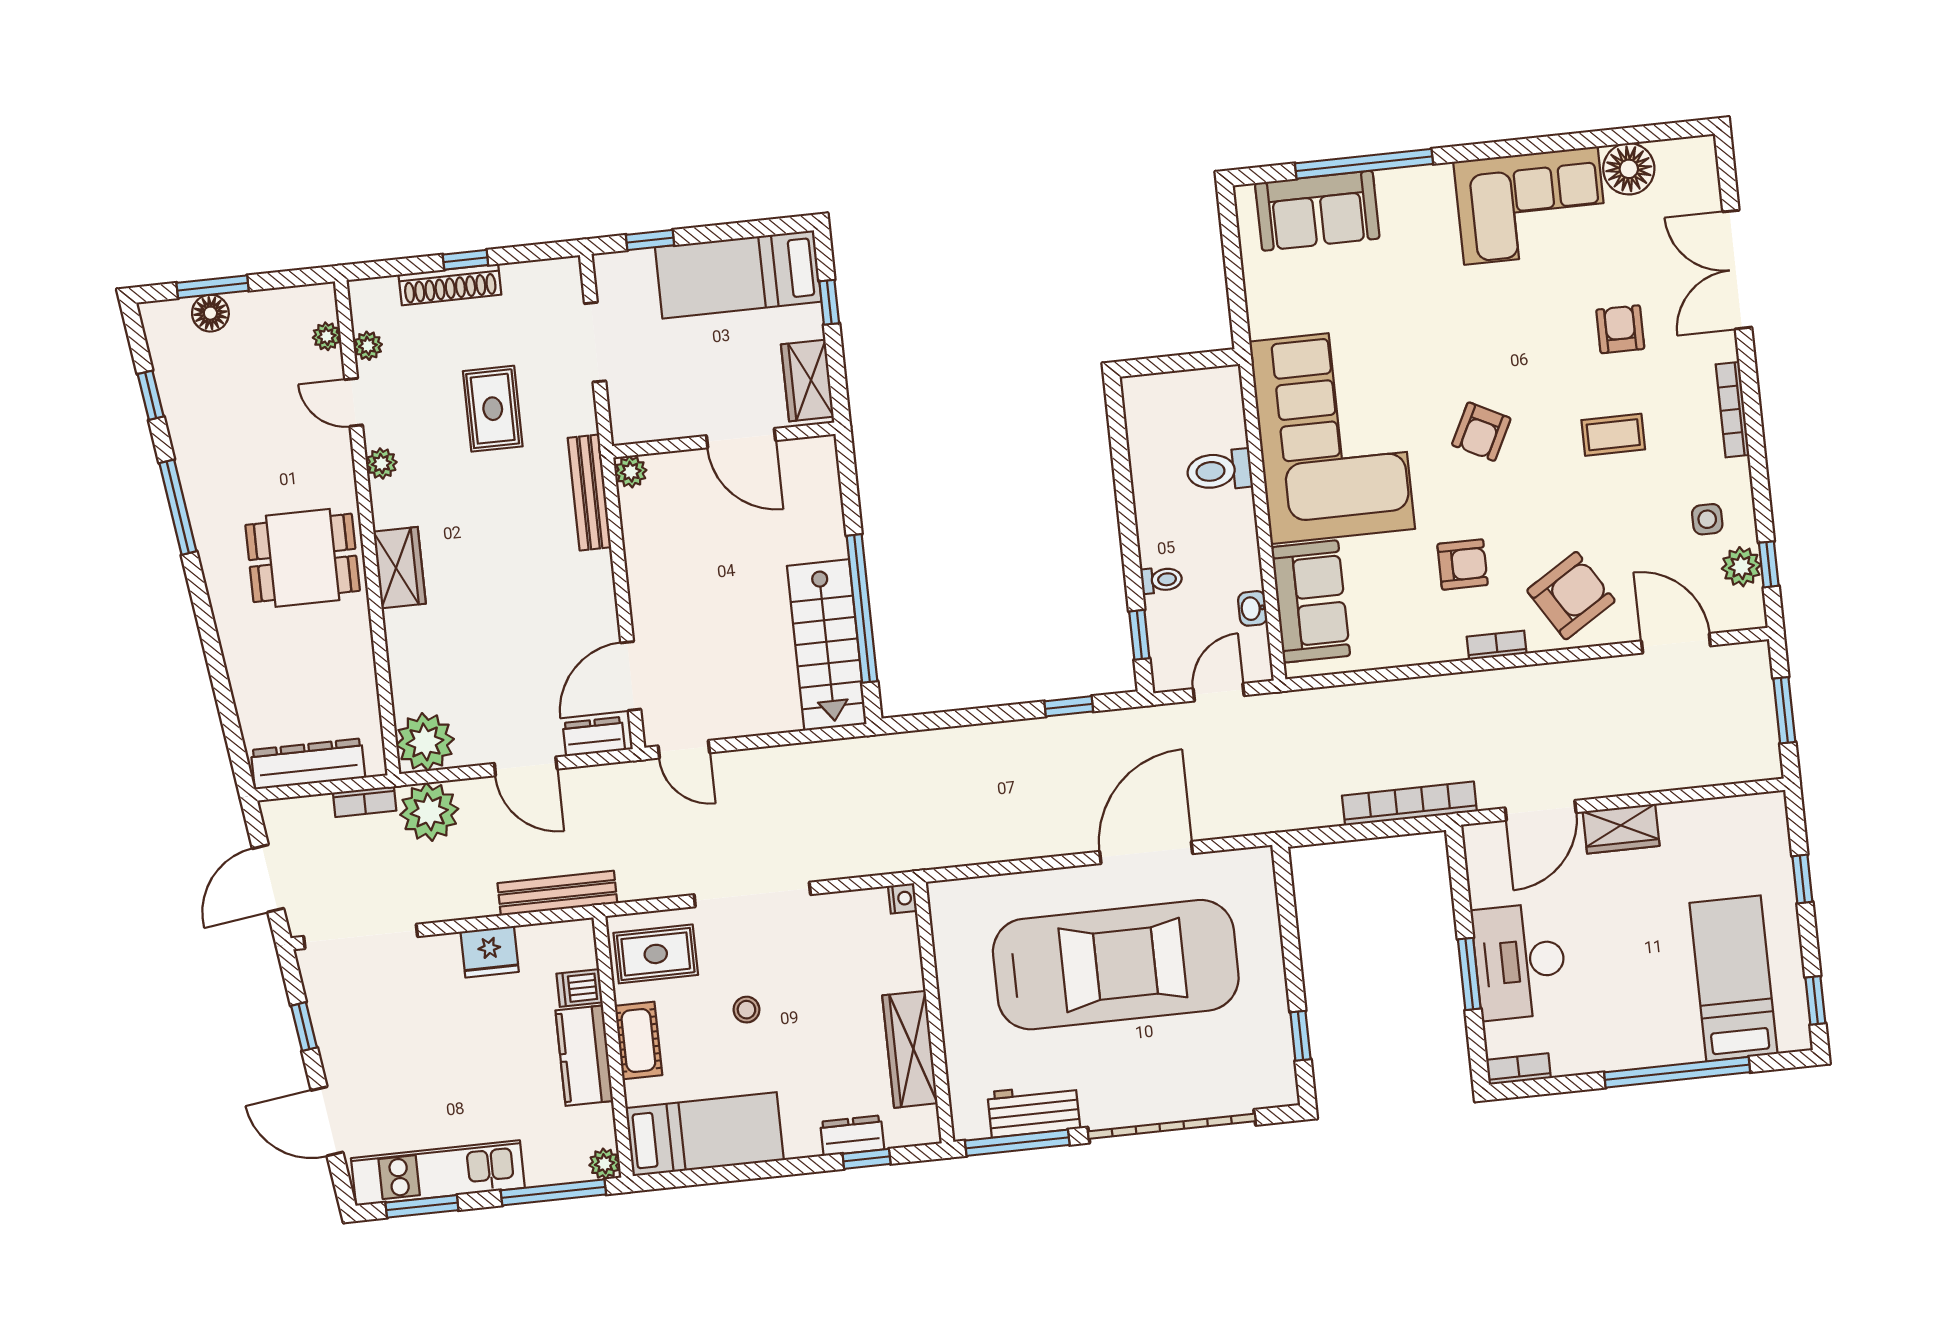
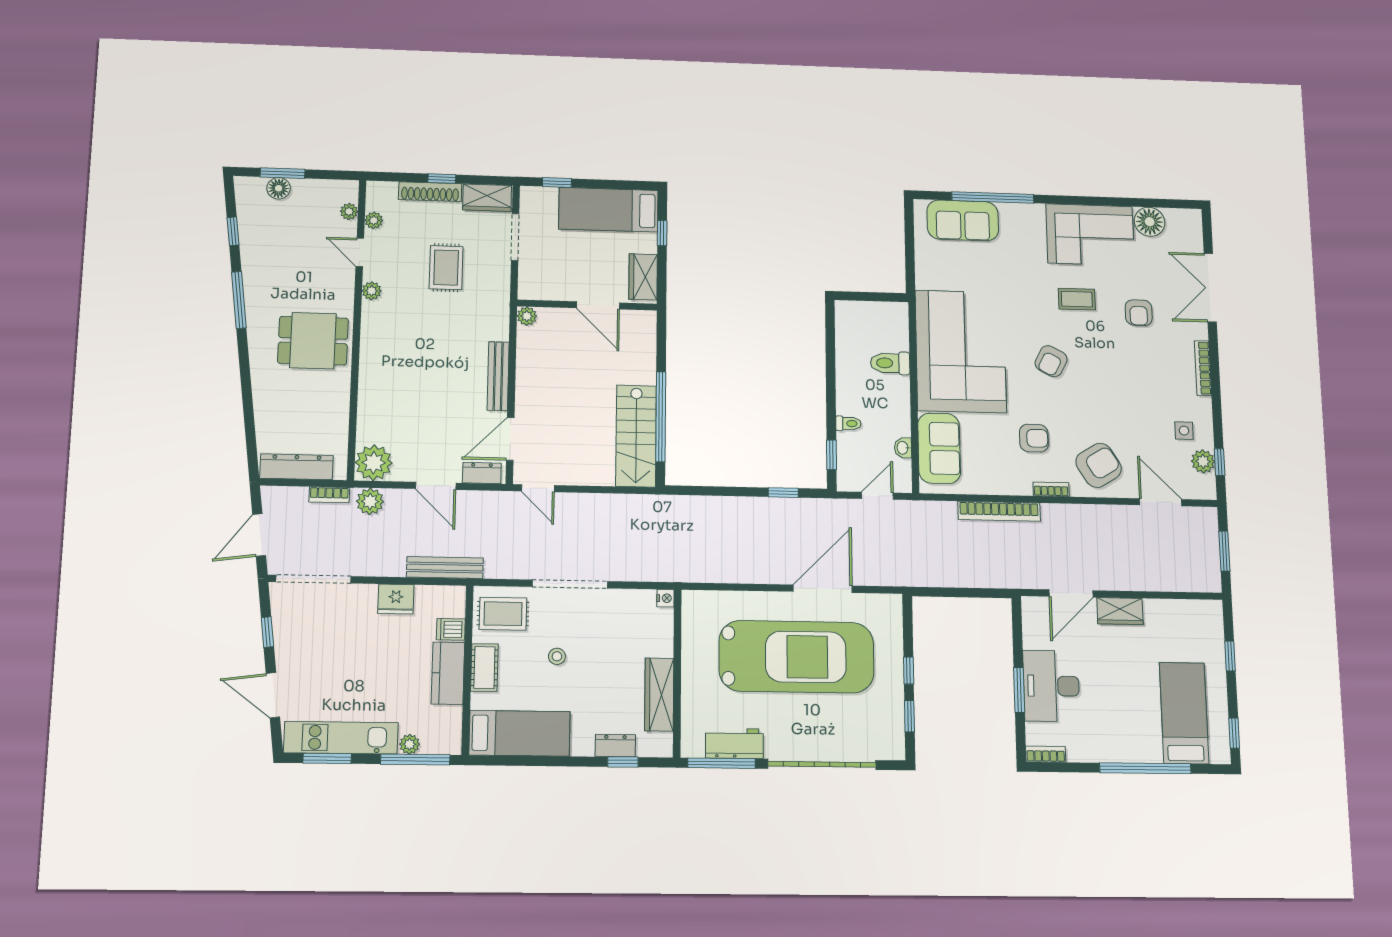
armchair: (1620, 329) -> (1139, 313), turned 180
coffee table: (1613, 435) -> (1077, 299), moved
bench: (589, 492) -> (498, 376), moved
wardrobe: (400, 568) -> (487, 198), moved, turned 90
bookcase: (1409, 803) -> (999, 511), moved, turned 180
plant: (429, 812) -> (370, 501), width x0.73, depth x0.73
window: (1293, 965) -> (909, 671), added
plant: (604, 1164) -> (410, 744), moved

